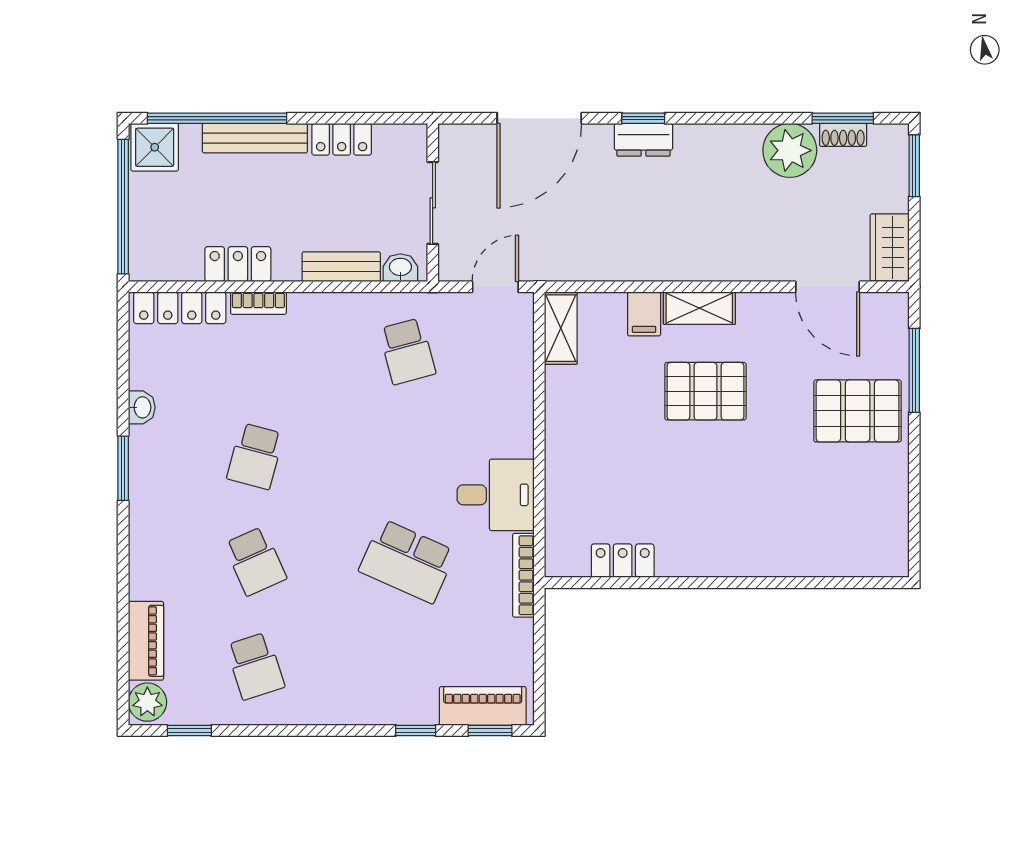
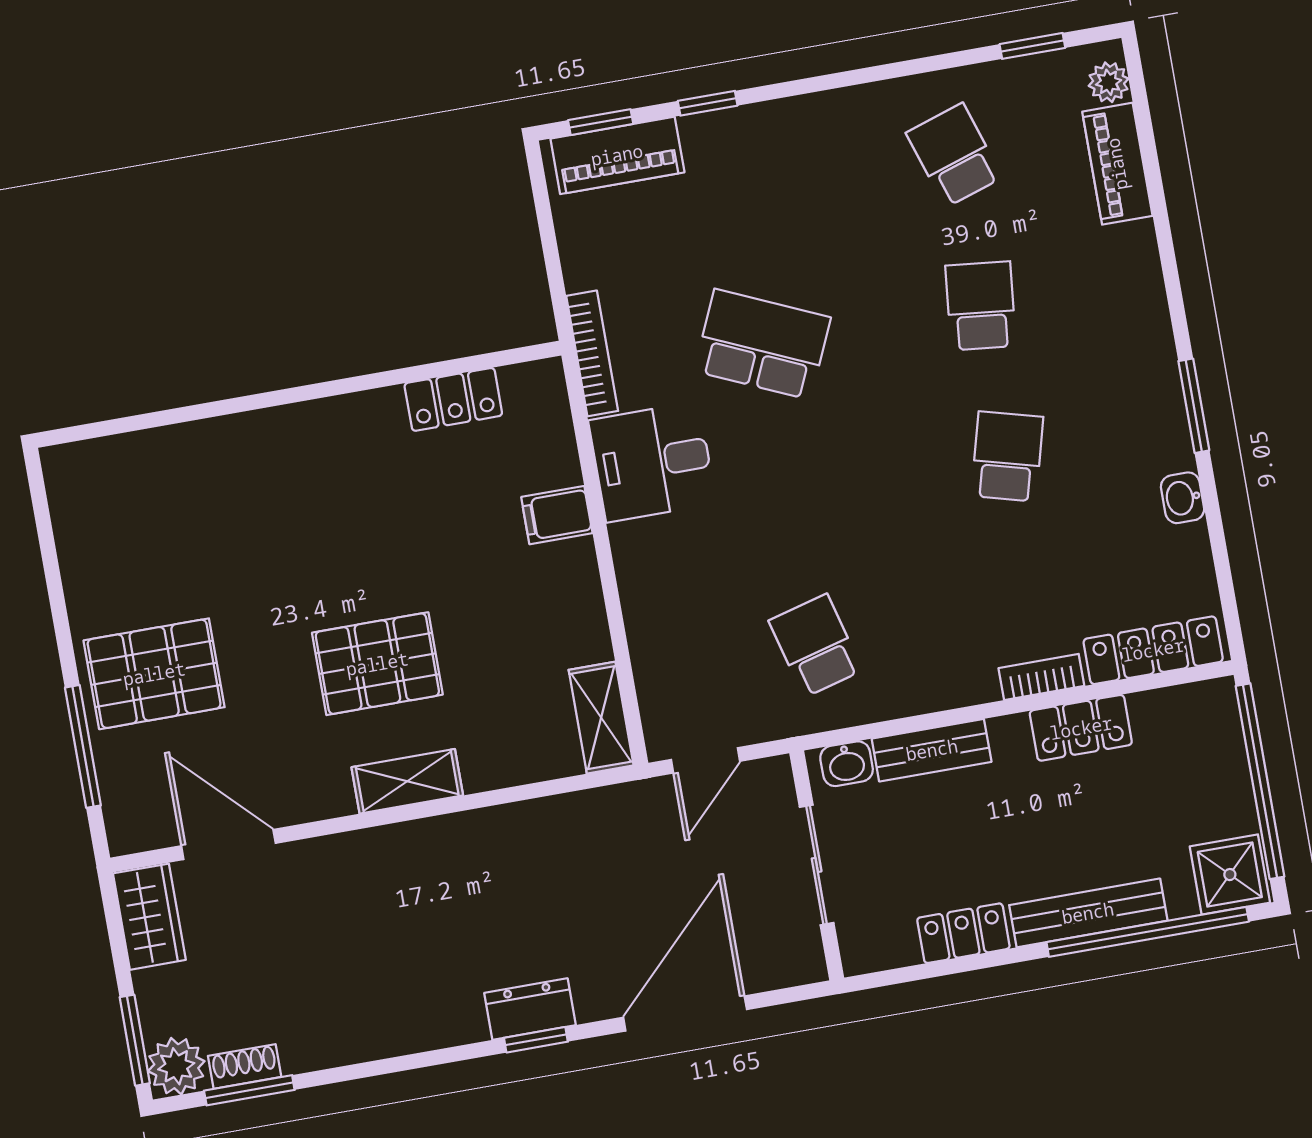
plant: (790, 150) -> (176, 1066), moved, width x0.73, depth x0.73
filing cabinet: (644, 314) -> (557, 515), moved, turned -90
school desk: (255, 561) -> (981, 306), turned 30
plant: (147, 702) -> (1109, 82), width x0.73, depth x0.73

